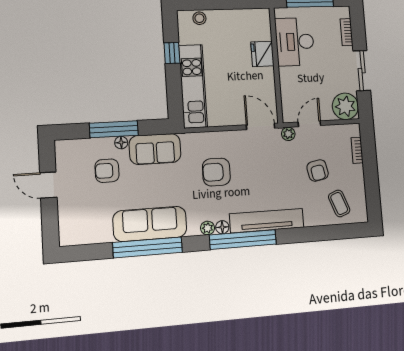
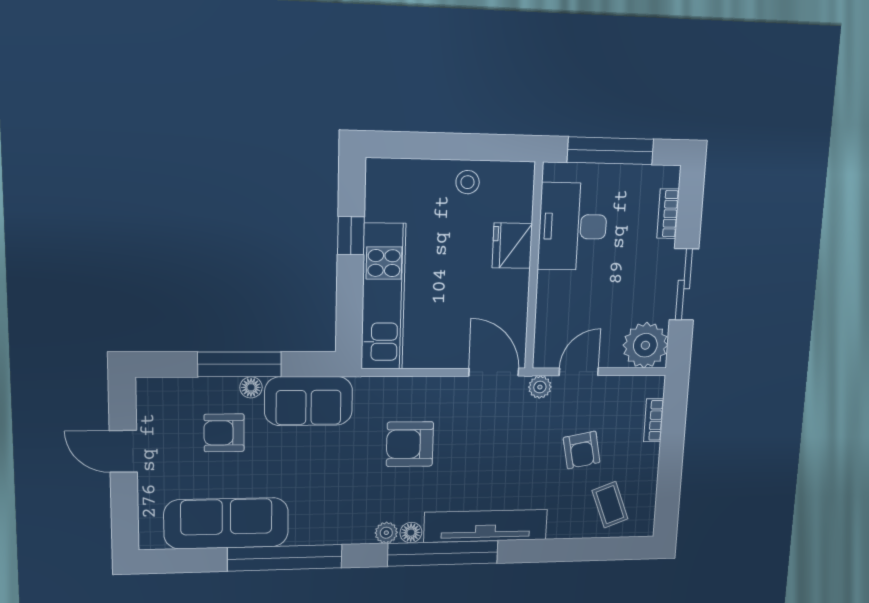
stool: (199, 18) -> (468, 182), moved
sofa: (150, 224) -> (226, 523), moved

